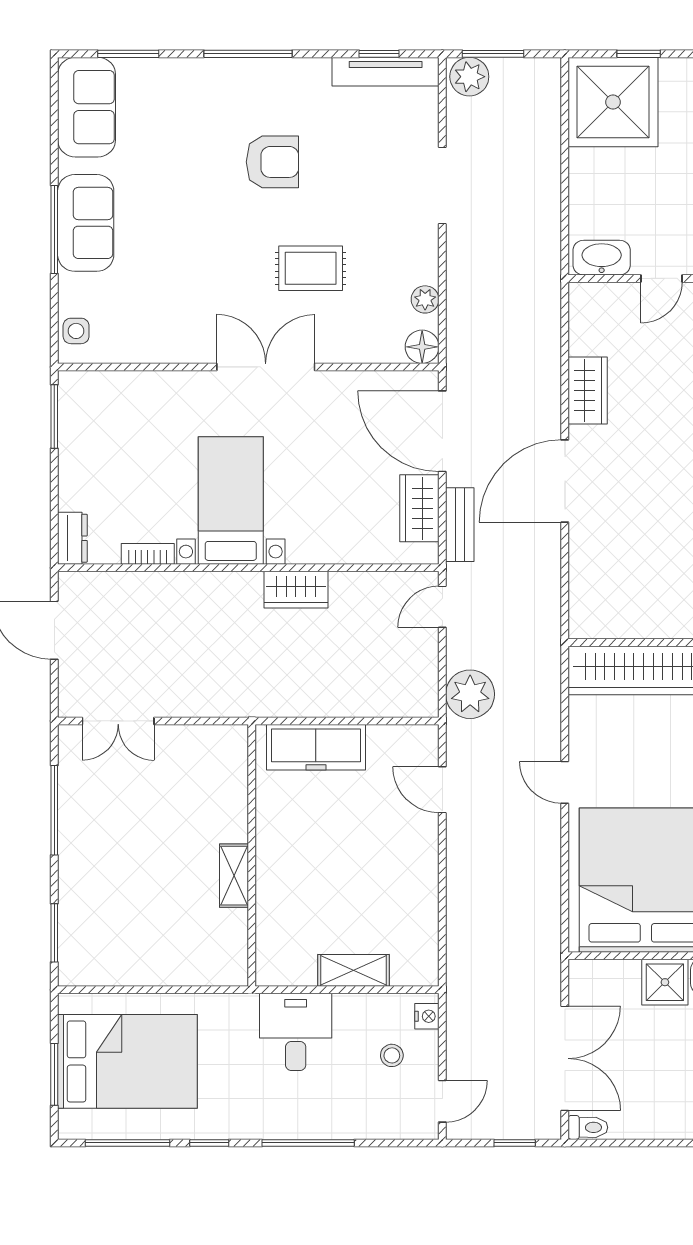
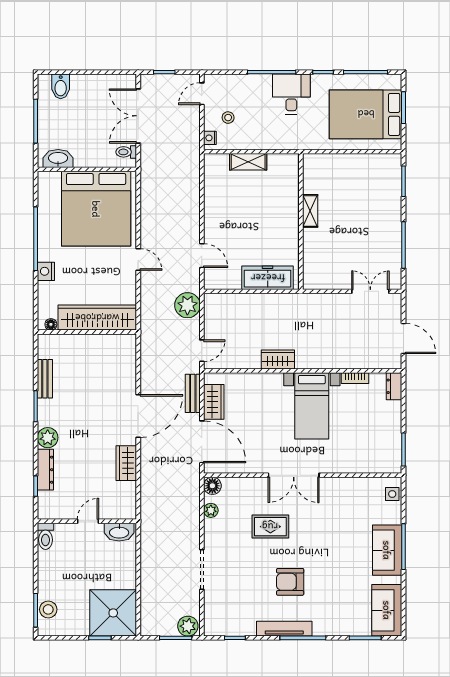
tv unit: (386, 72) -> (284, 629), moved
shower: (665, 982) -> (86, 156), removed
desk: (296, 1032) -> (291, 94), moved, turned 180
toilet: (588, 1127) -> (126, 152), moved

